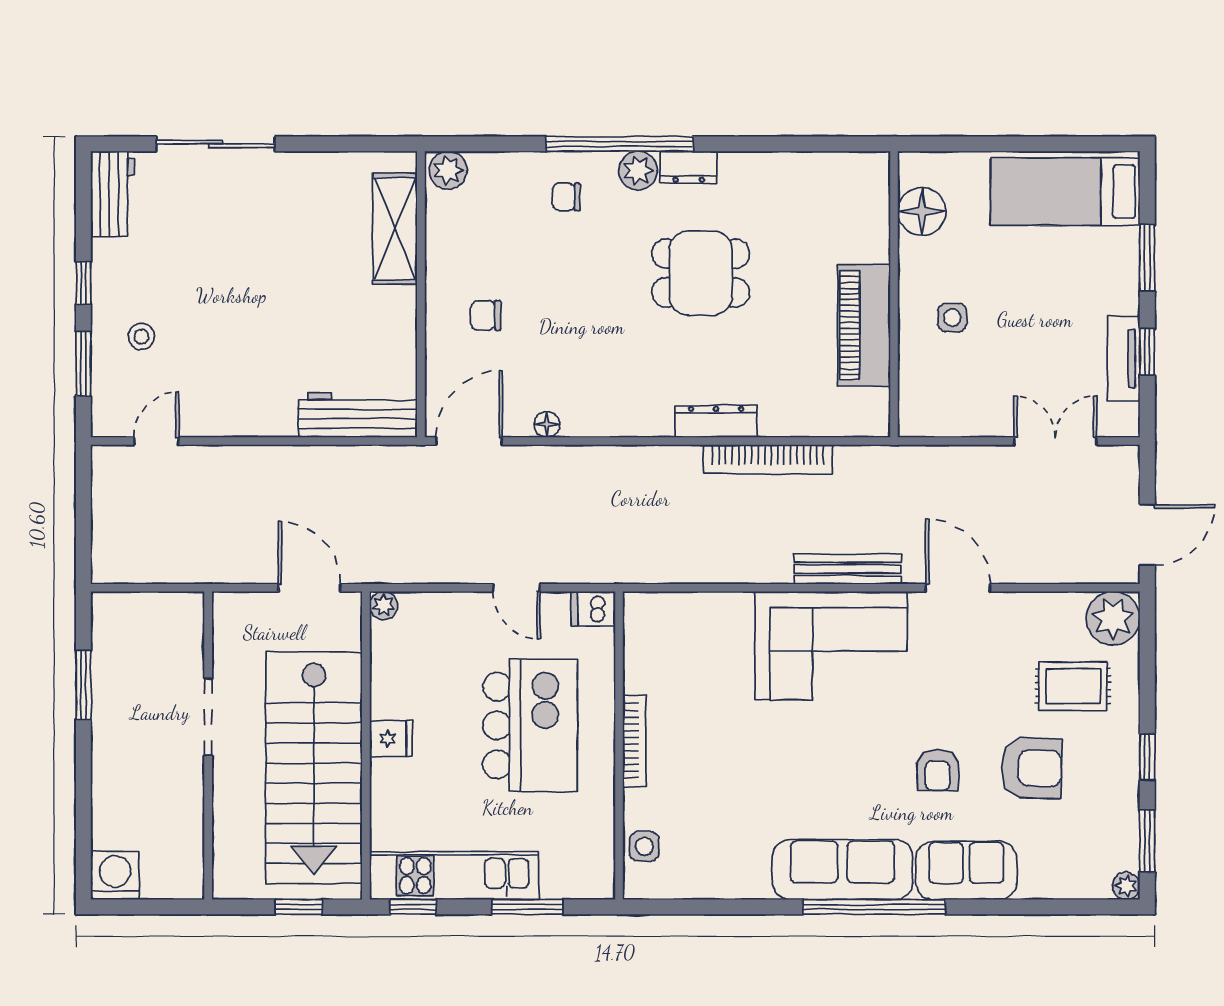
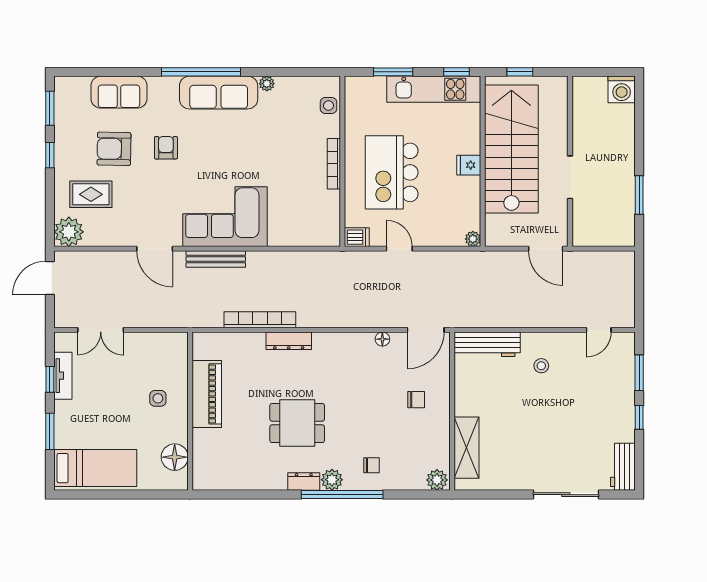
stool: (141, 337) -> (541, 366), moved
door: (309, 588) -> (546, 249), moved
sofa: (966, 870) -> (119, 92), moved
plant: (1126, 886) -> (267, 84), moved

